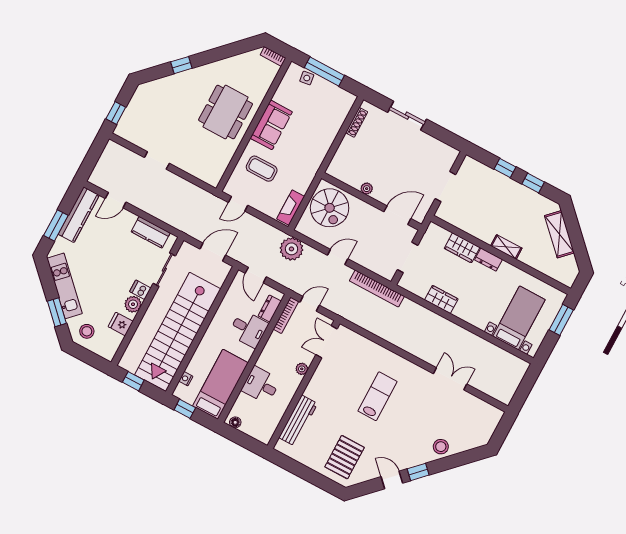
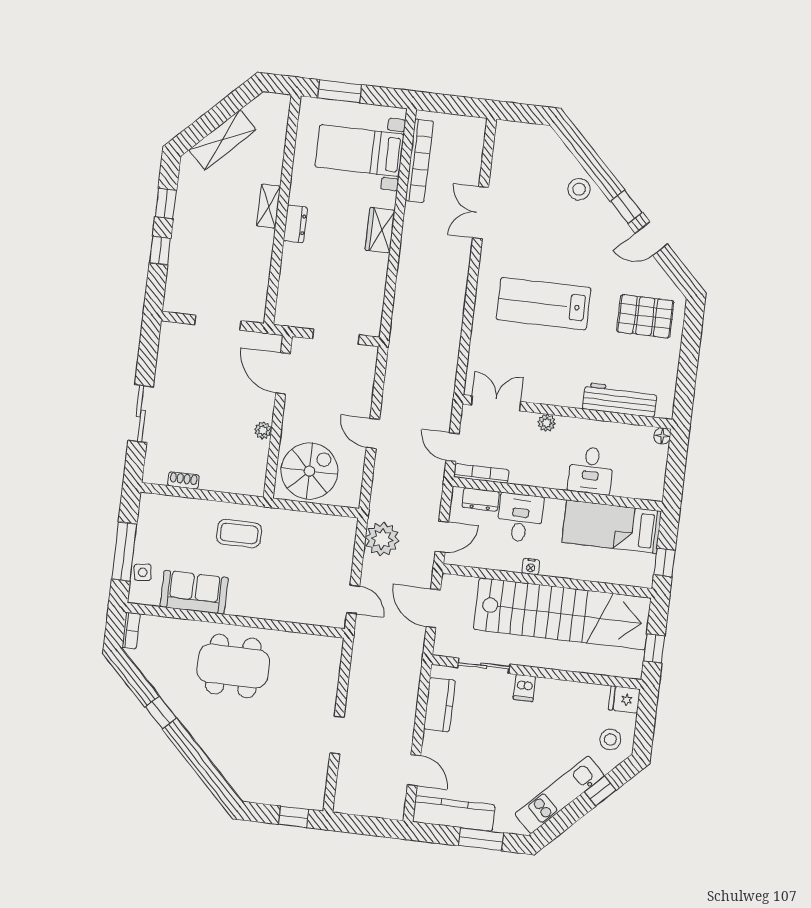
window: (181, 65) -> (161, 713), moved
shoe rack: (357, 122) -> (183, 480), width x0.70
sofa: (271, 125) -> (194, 592), moved
coffee table: (262, 169) -> (239, 533), moved, turned 90
fireplace: (291, 208) -> (330, 525), removed
wardrobe: (462, 248) -> (293, 267), removed
plant: (291, 249) -> (382, 539), moved
bookcase: (377, 289) -> (419, 161), moved
wardrobe: (441, 299) -> (380, 230), moved
plant: (133, 304) -> (548, 690), removed
window: (57, 312) -> (600, 791), width x0.67
fridge: (121, 324) -> (624, 699), moved, turned 90
double door: (327, 342) -> (496, 403), swing flipped
nightstand: (186, 379) -> (531, 567), moved
lab bench: (377, 396) -> (544, 304), width x1.36, depth x1.39
floor lamp: (235, 422) -> (662, 436), moved
door: (392, 480) -> (651, 239), hinge flipped

